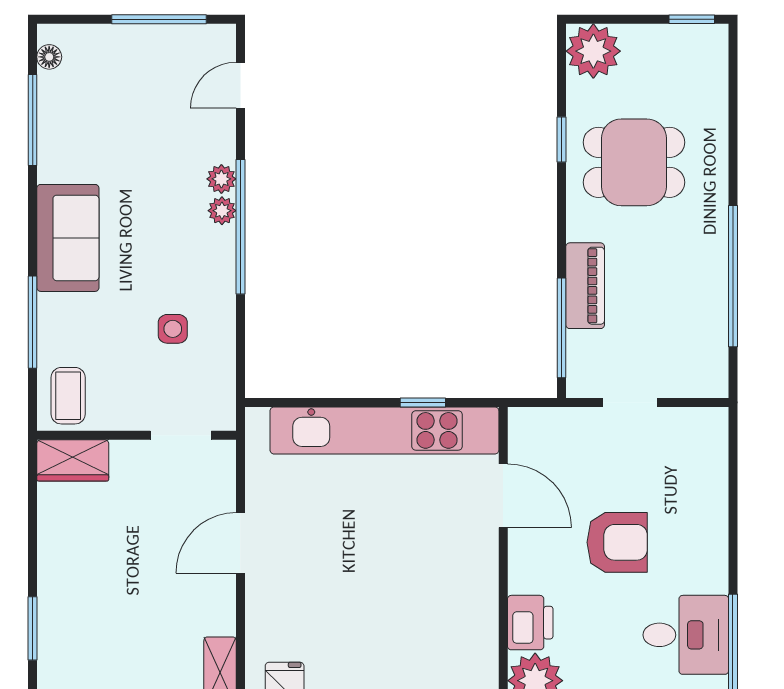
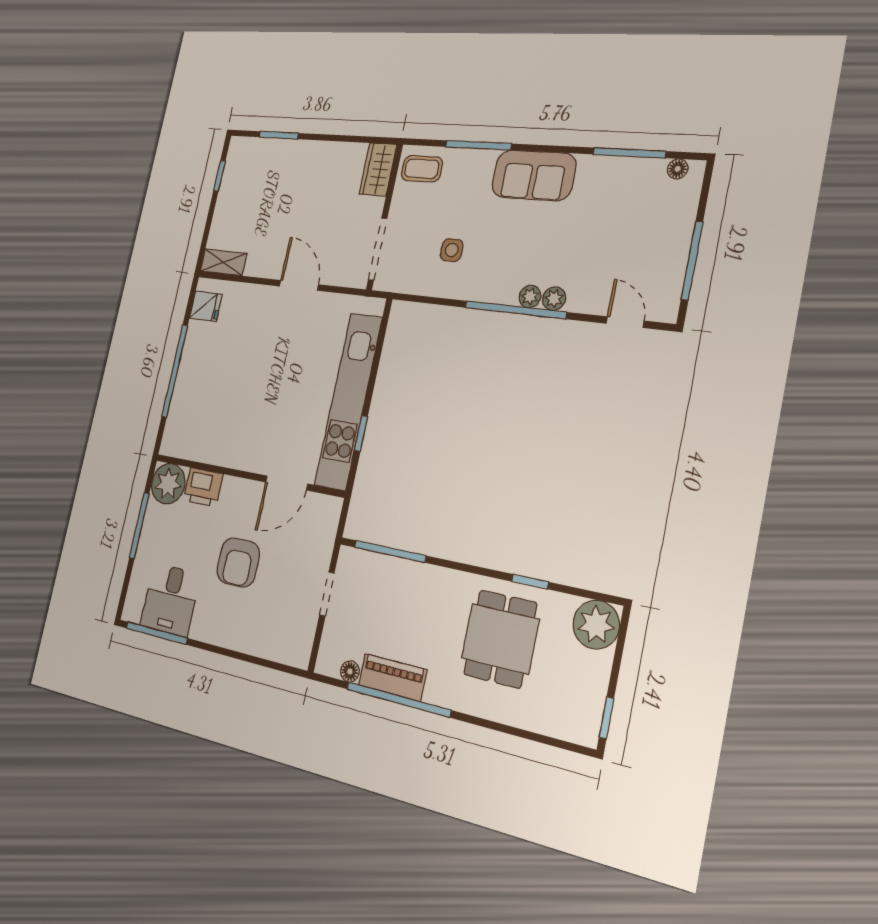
piano: (585, 286) -> (393, 677), moved, turned 180
floor lamp: (716, 348) -> (350, 671), added
doorway: (181, 435) -> (378, 249), width x1.38

